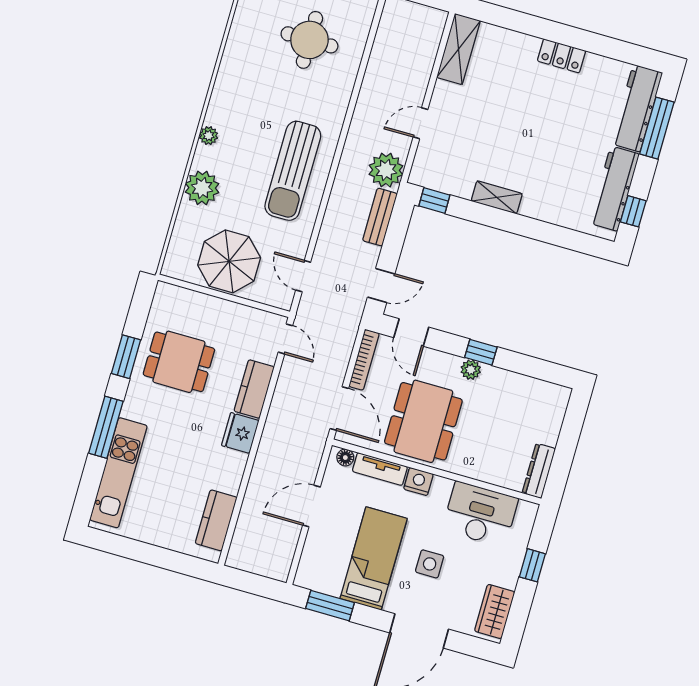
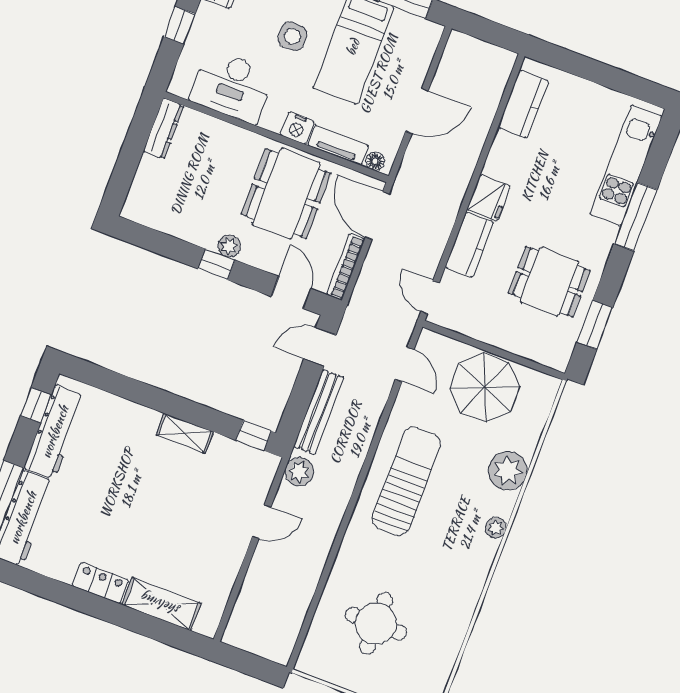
shelving: (459, 49) -> (161, 604), moved, turned 90
plant: (386, 170) -> (299, 472), width x0.73, depth x0.73
bench: (380, 217) -> (319, 412), width x1.36
window: (126, 357) -> (595, 325), moved

